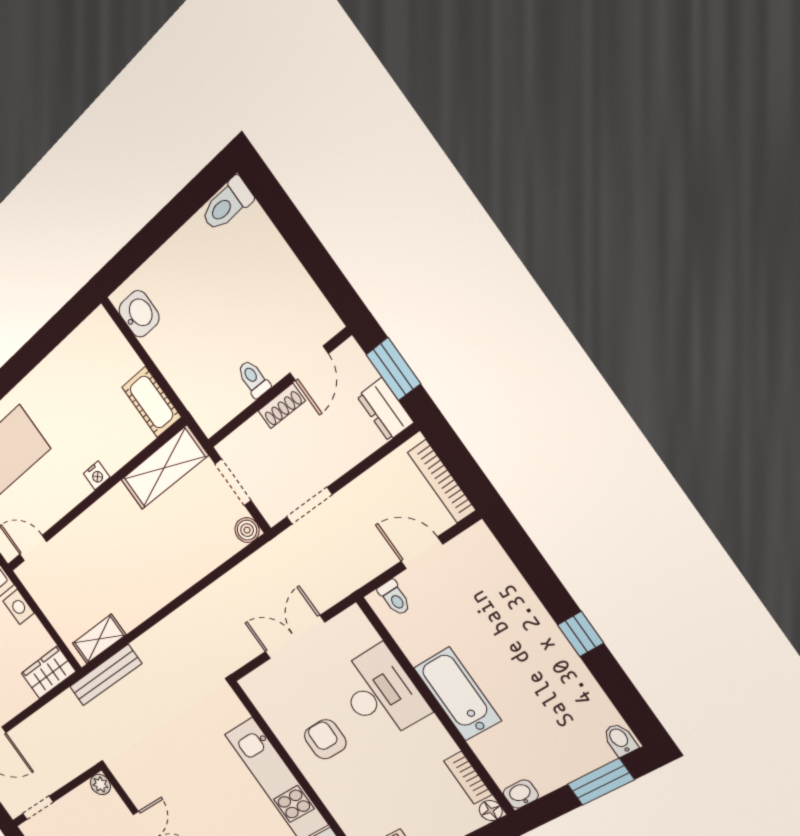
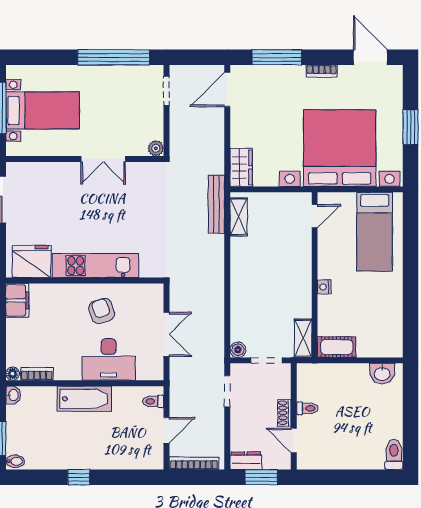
shelving: (164, 468) -> (303, 338), width x0.67, depth x0.75
armchair: (325, 739) -> (102, 311), turned -109

